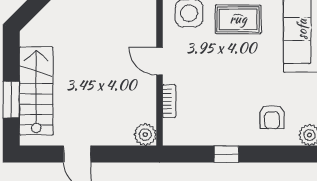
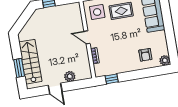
plant: (145, 135) -> (70, 76), moved
window: (226, 154) -> (112, 79), moved

